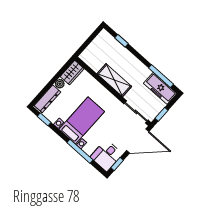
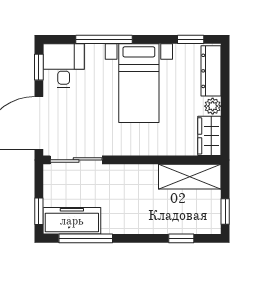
window: (94, 36) -> (225, 212), added
shelving: (114, 80) -> (190, 177), moved
window: (162, 114) -> (39, 211), moved

